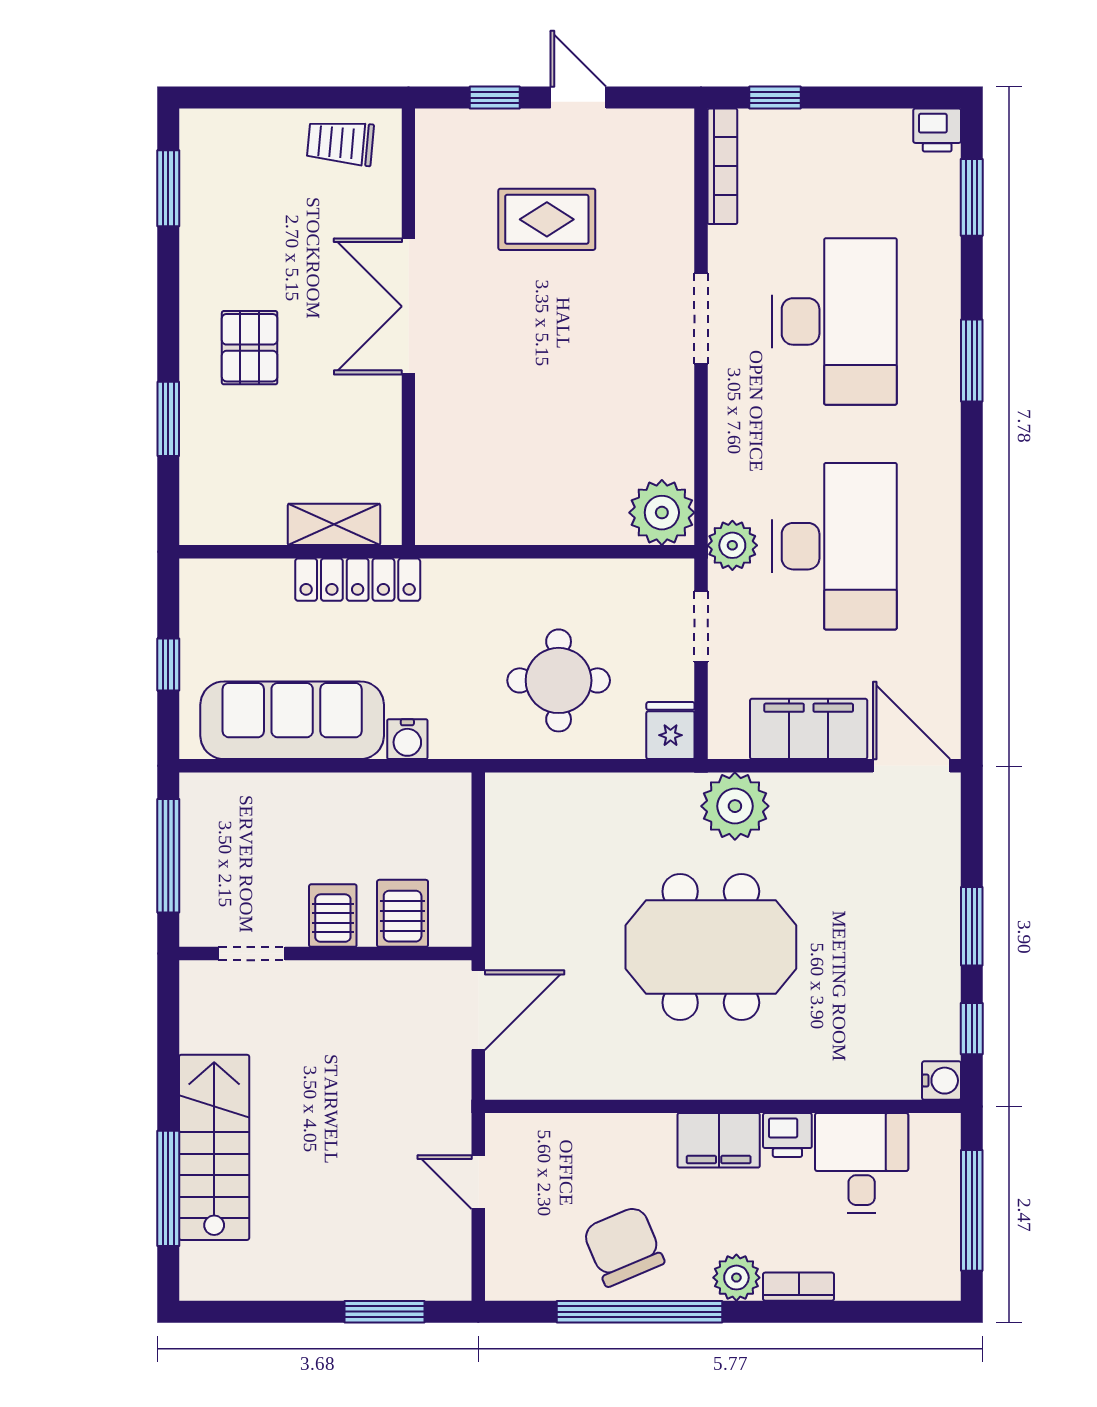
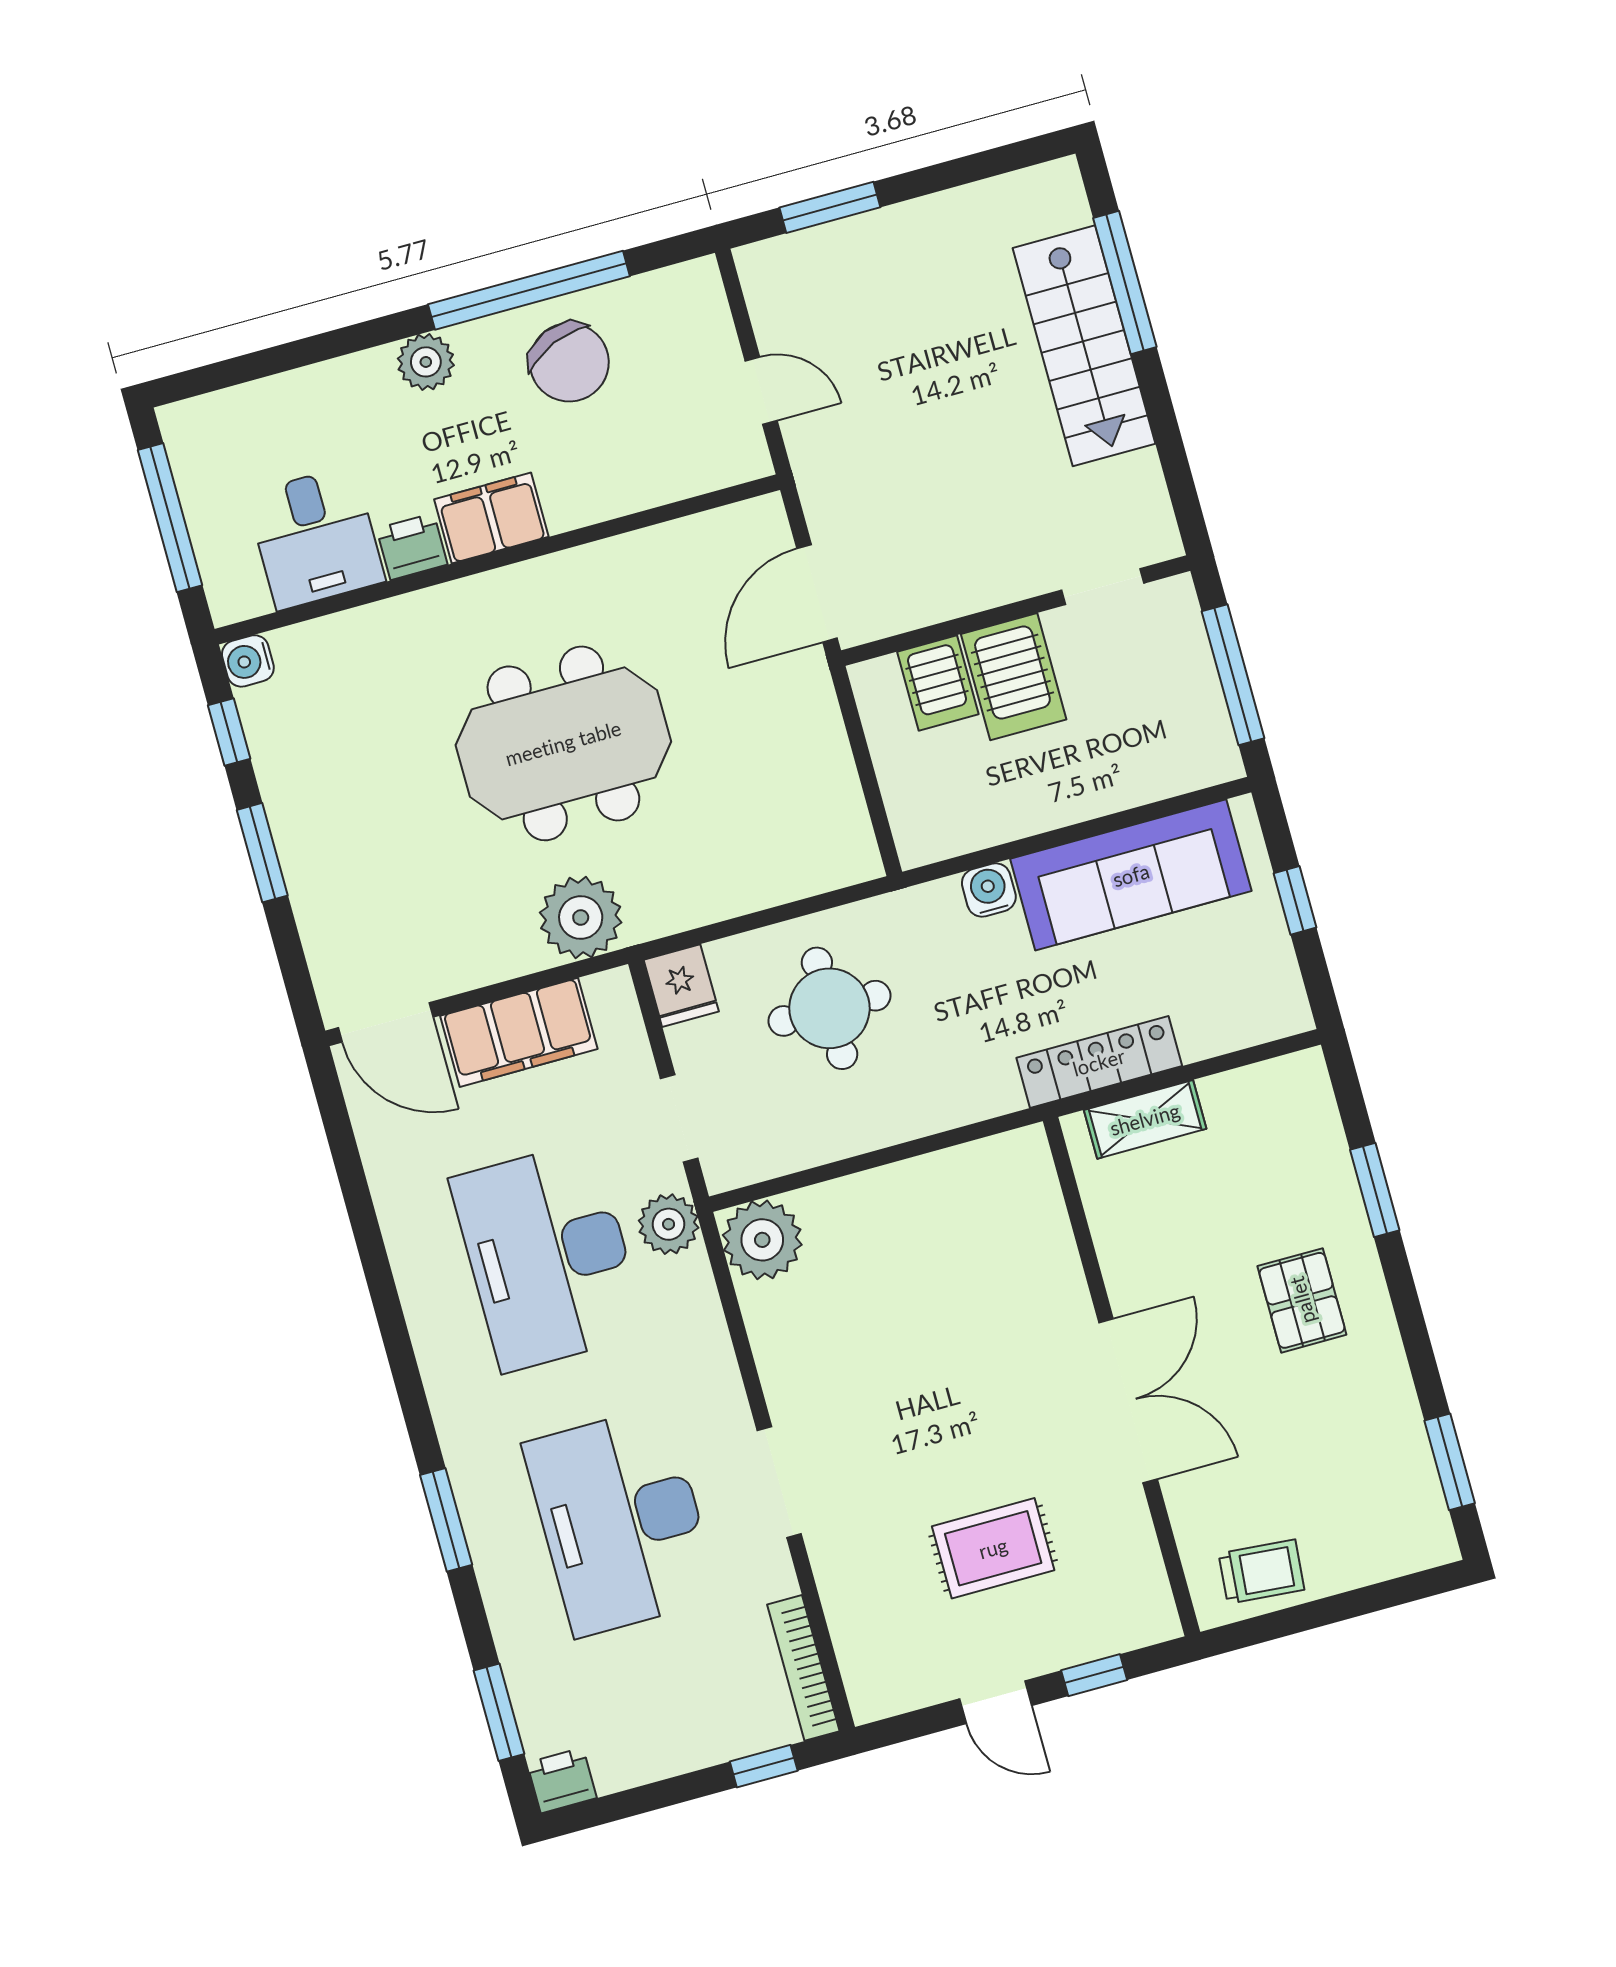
server rack: (333, 916) -> (1014, 677), width x1.36, depth x1.44
bookcase: (799, 1287) -> (350, 371), removed

